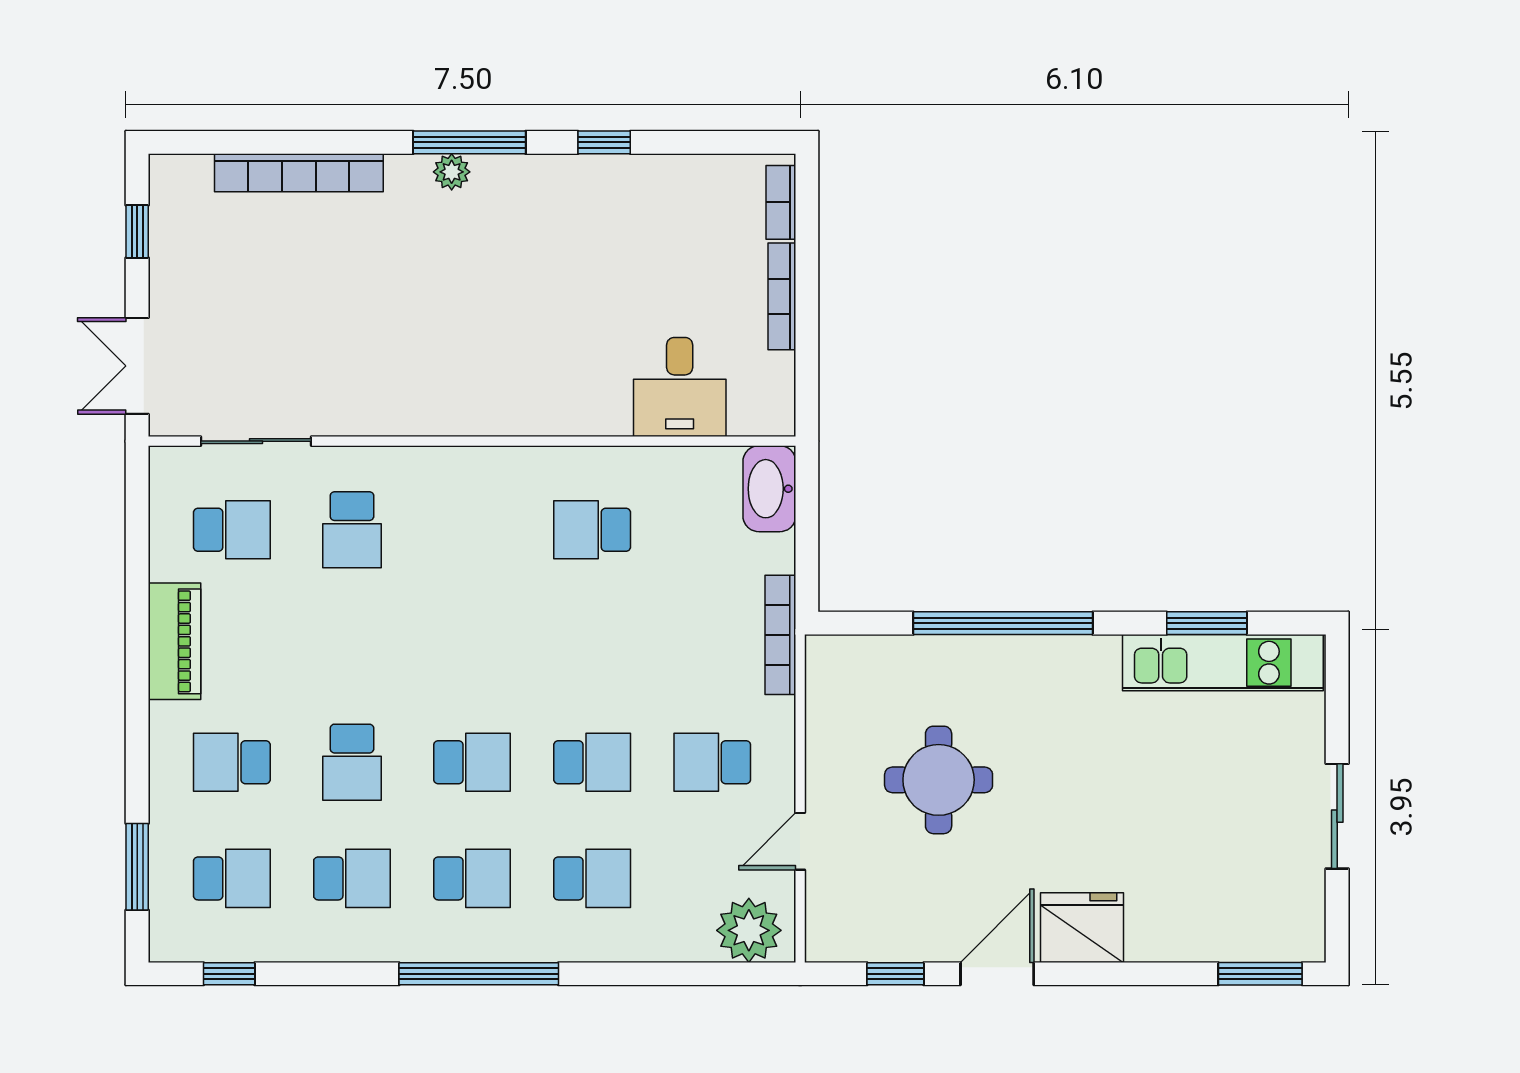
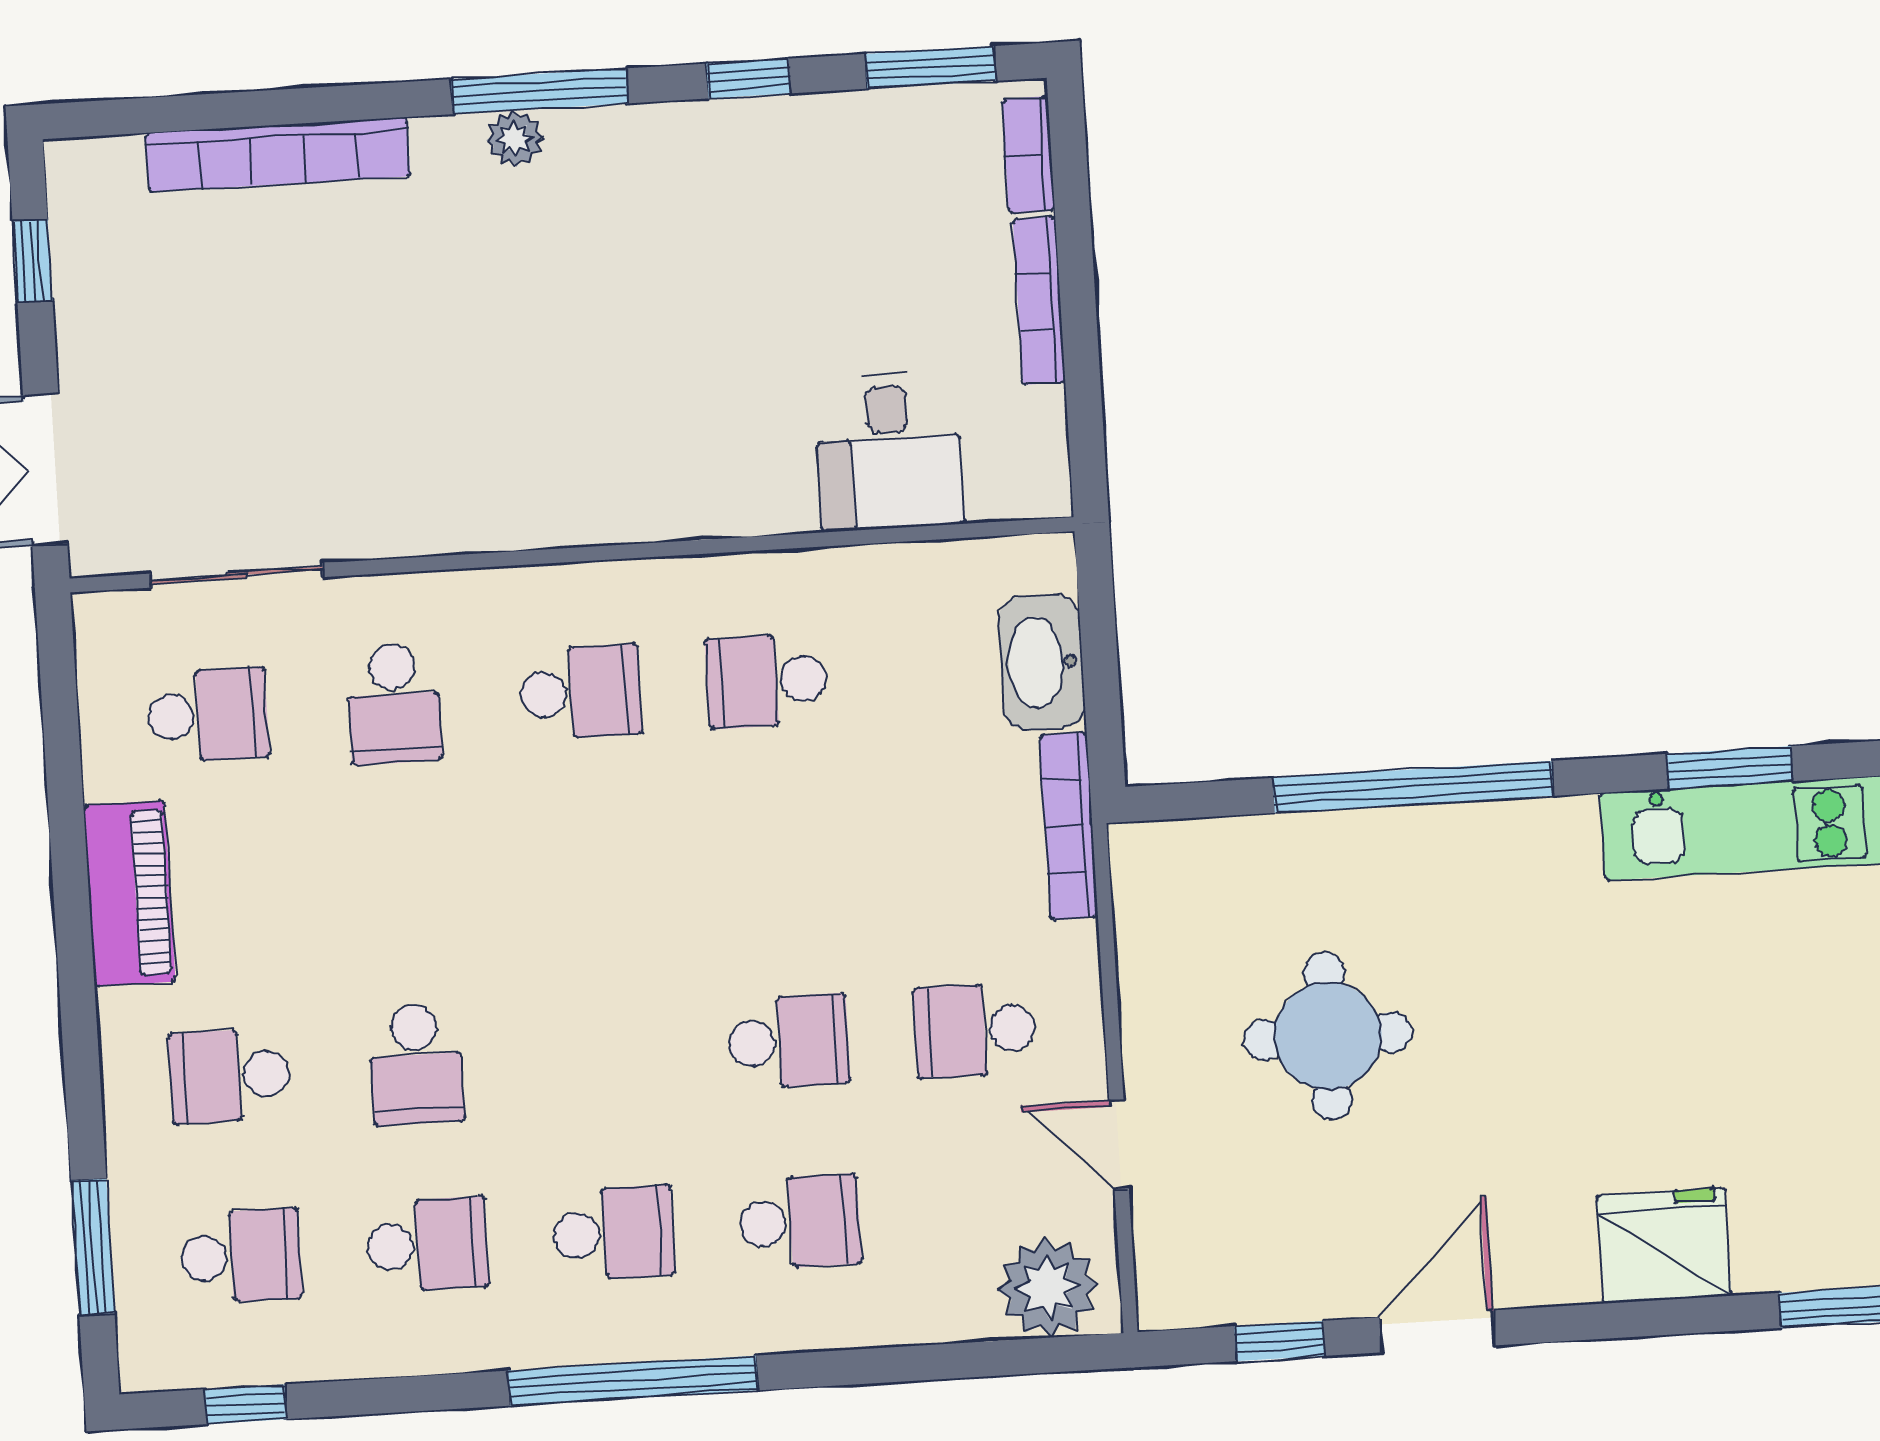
window: (721, 142) -> (930, 67), added
washbasin: (769, 489) -> (1042, 662), moved
school desk: (472, 762) -> (580, 692), moved
door: (800, 841) -> (1119, 1144), hinge flipped
fridge: (1082, 928) -> (1664, 1245), moved

